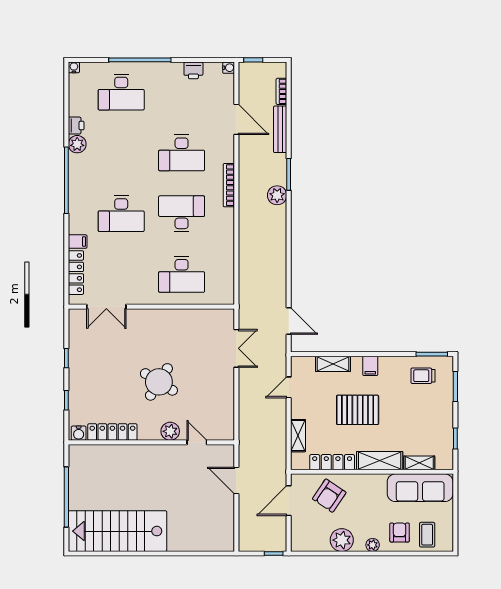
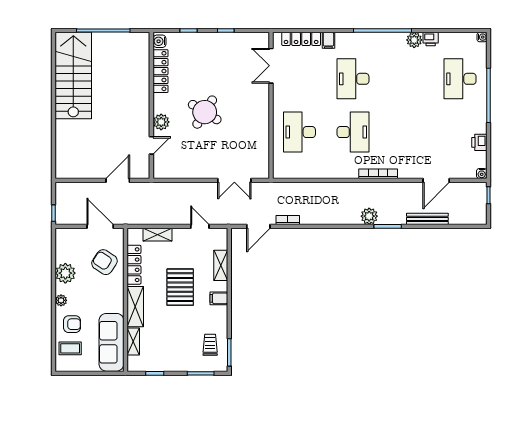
bookcase: (281, 91) -> (288, 220), moved
desk: (182, 153) -> (407, 132), removed

